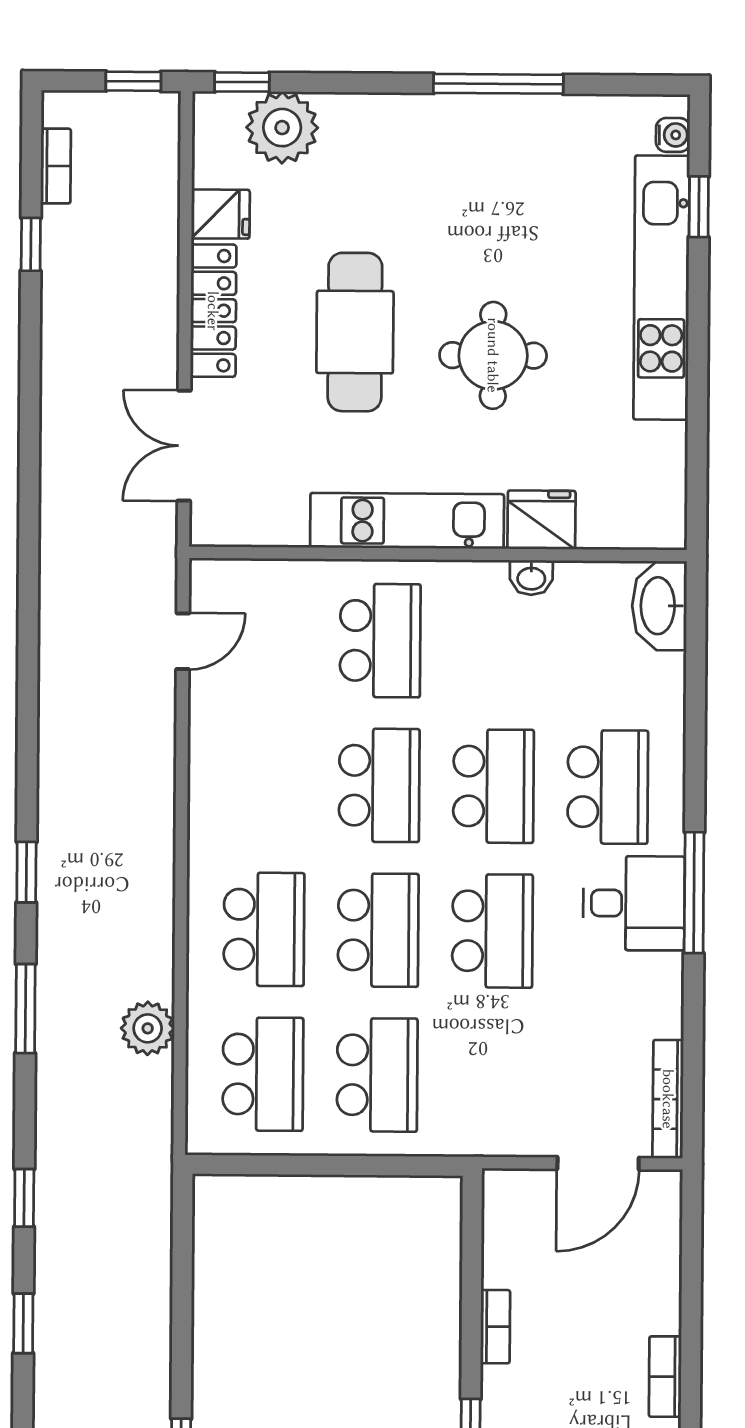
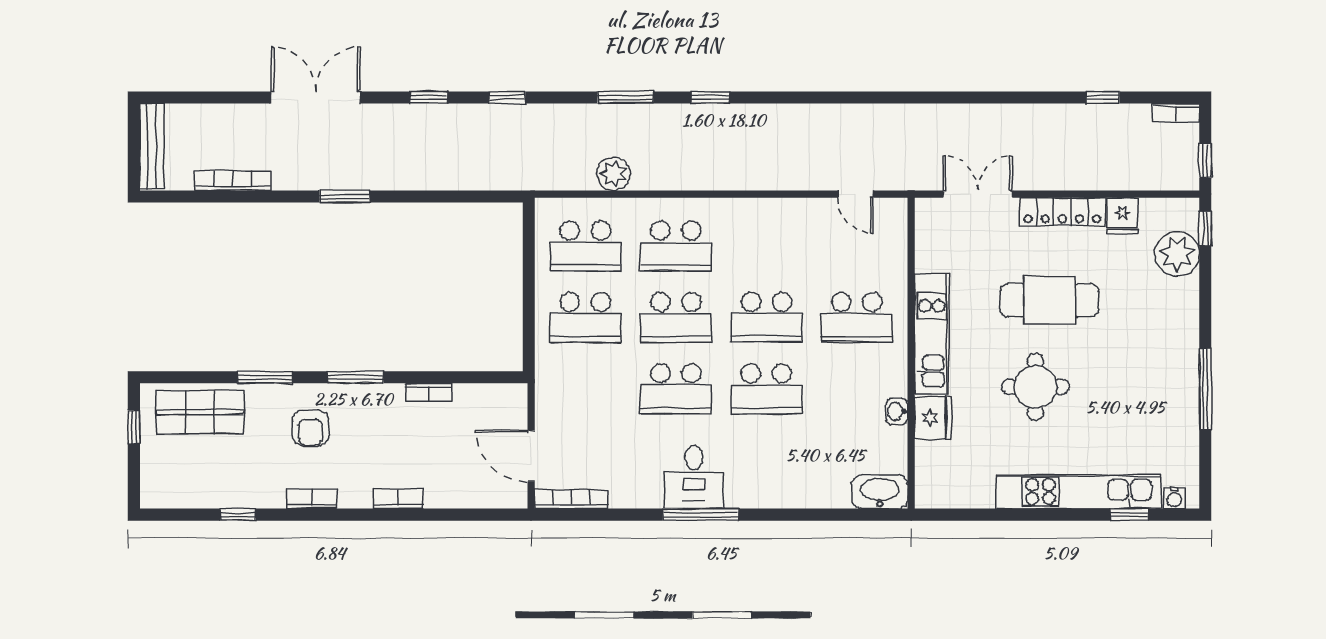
bookcase: (56, 166) -> (1176, 113), moved
school desk: (608, 787) -> (766, 460), removed

